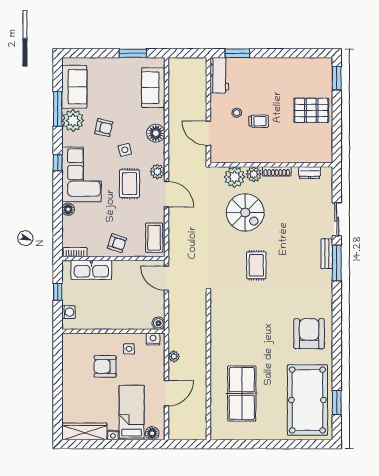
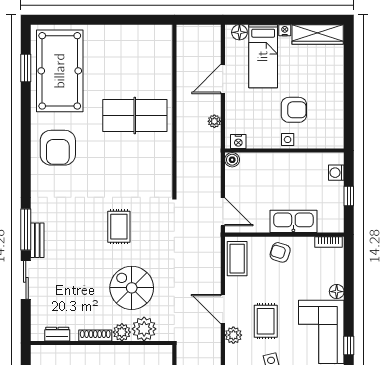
kitchen sink: (91, 270) -> (293, 221), moved
side table: (129, 349) -> (288, 140), moved
table tennis table: (242, 394) -> (135, 115), moved, turned 90

